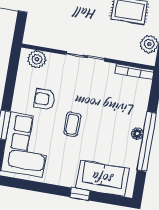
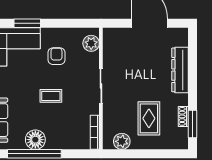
coffee table: (72, 124) -> (51, 96), moved
floor lamp: (137, 134) -> (35, 140), width x1.89, depth x1.89

